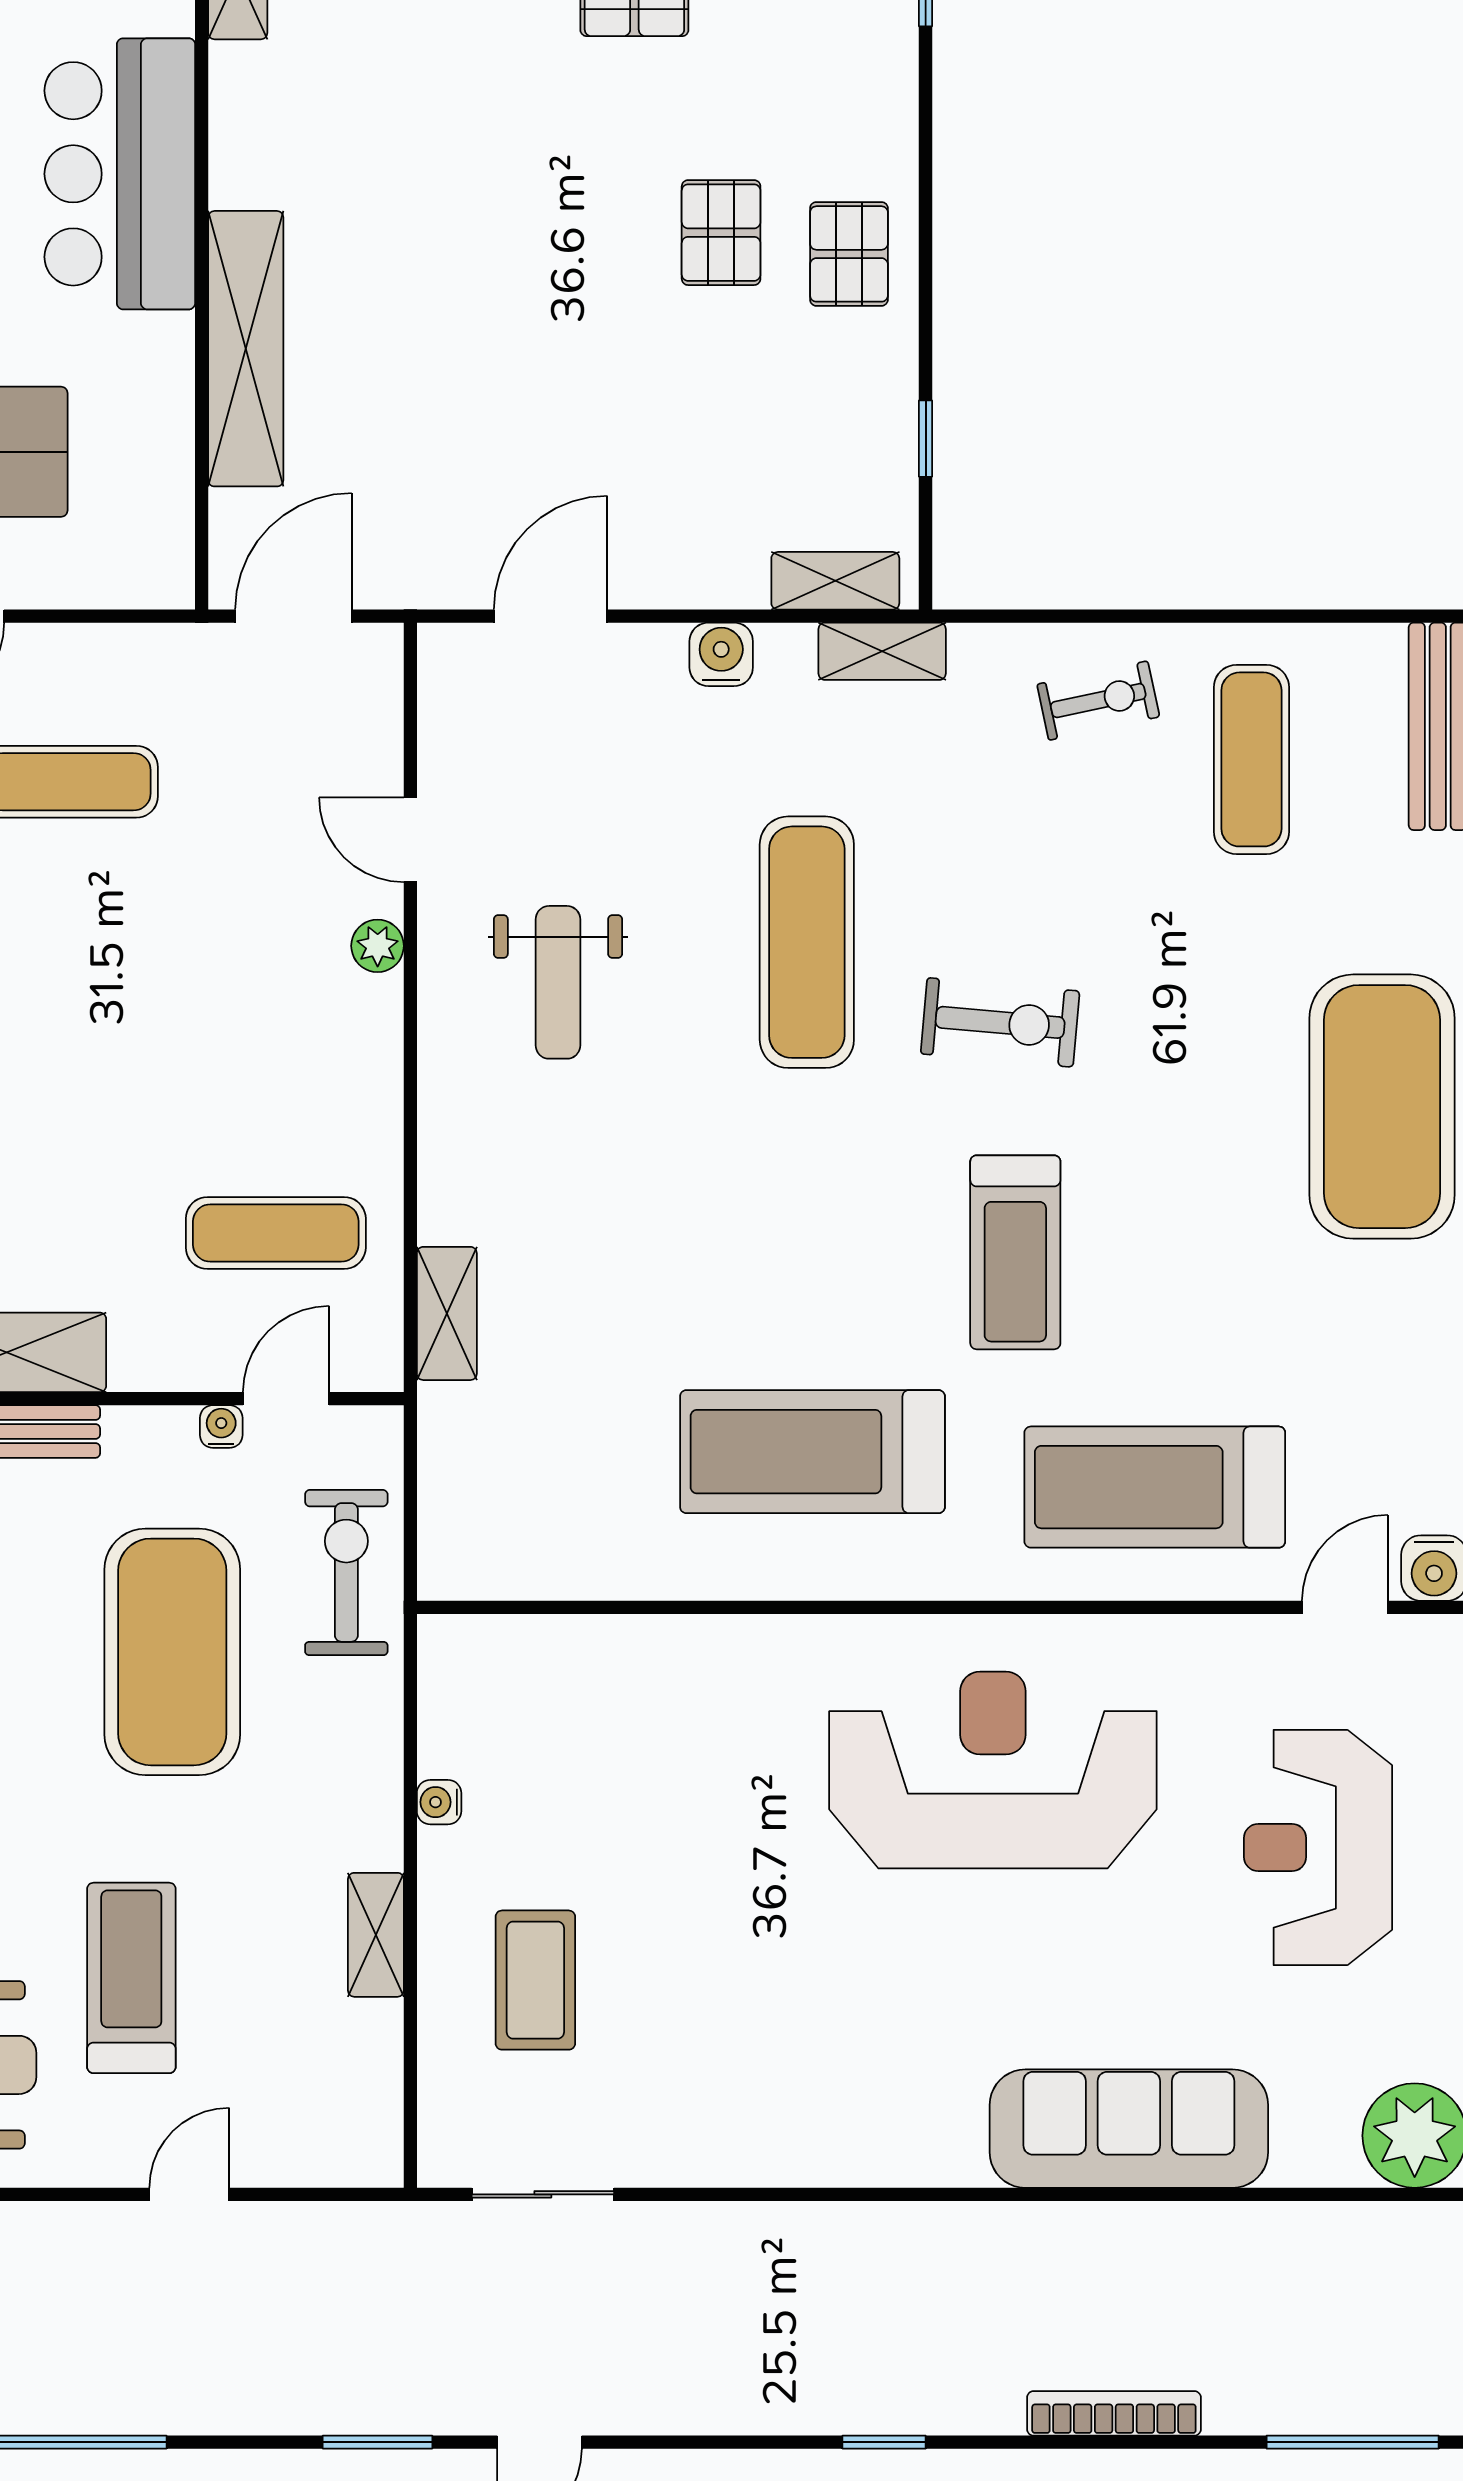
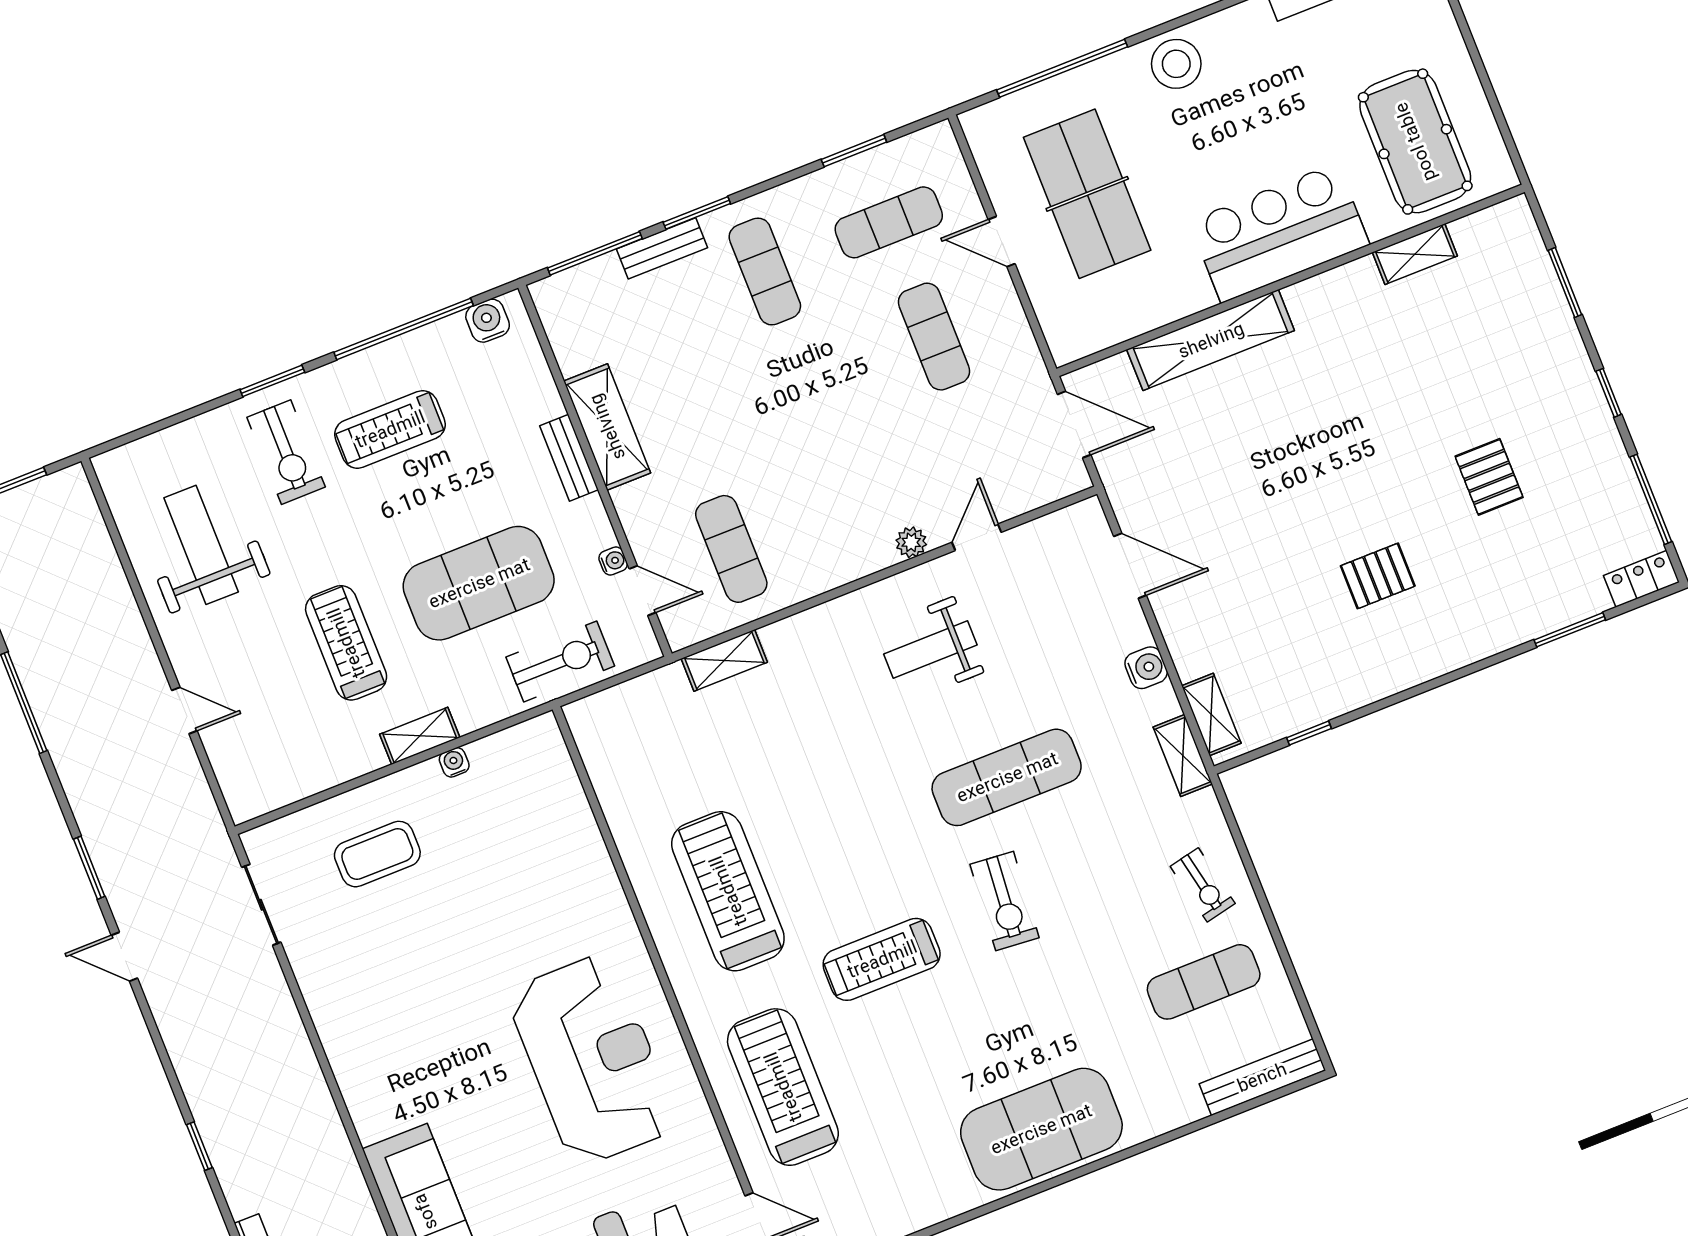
pallet: (849, 254) -> (1394, 651), removed
shelving: (376, 1935) -> (420, 736), moved
treadmill: (131, 1978) -> (346, 643), moved, turned -90

